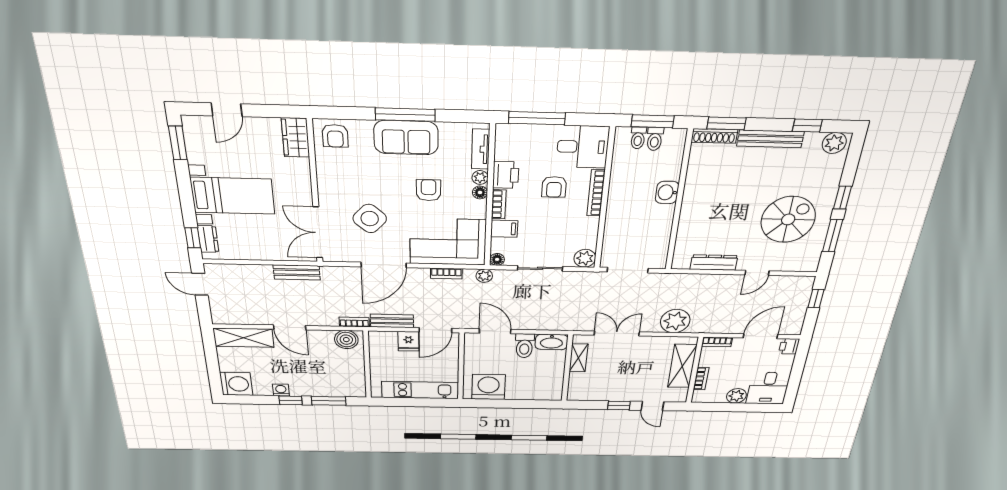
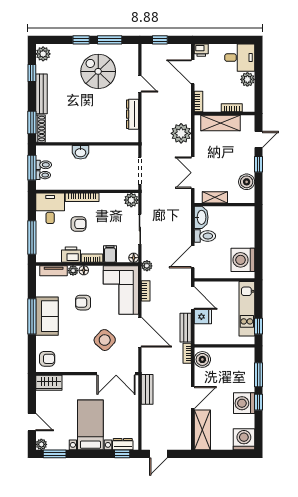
plant: (191, 123) -> (41, 444), added
washing machine: (281, 390) -> (244, 403), width x1.89, depth x1.89
boiler: (596, 393) -> (247, 182), added
window: (396, 402) -> (258, 326), added

